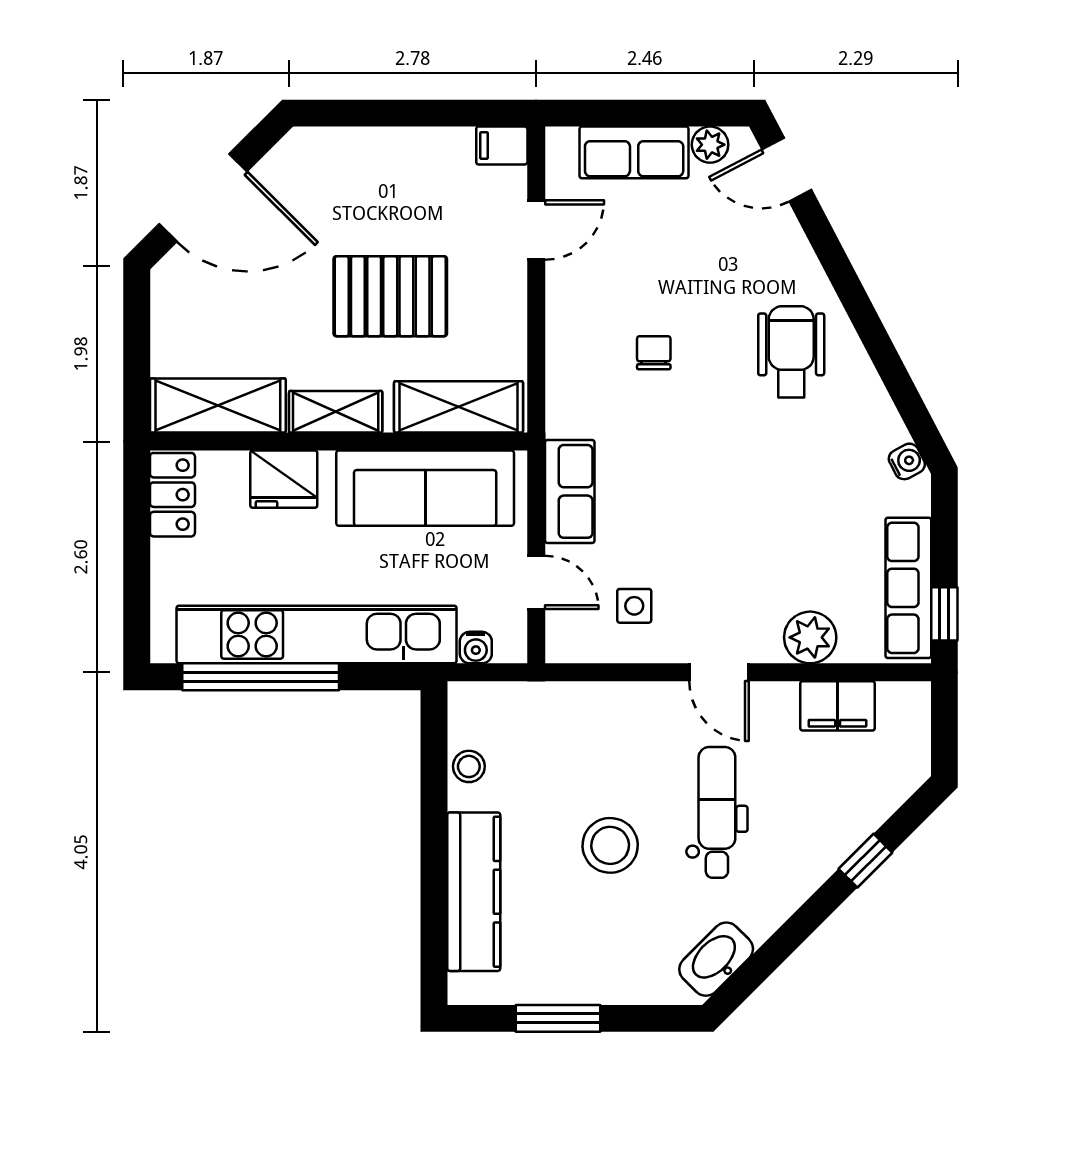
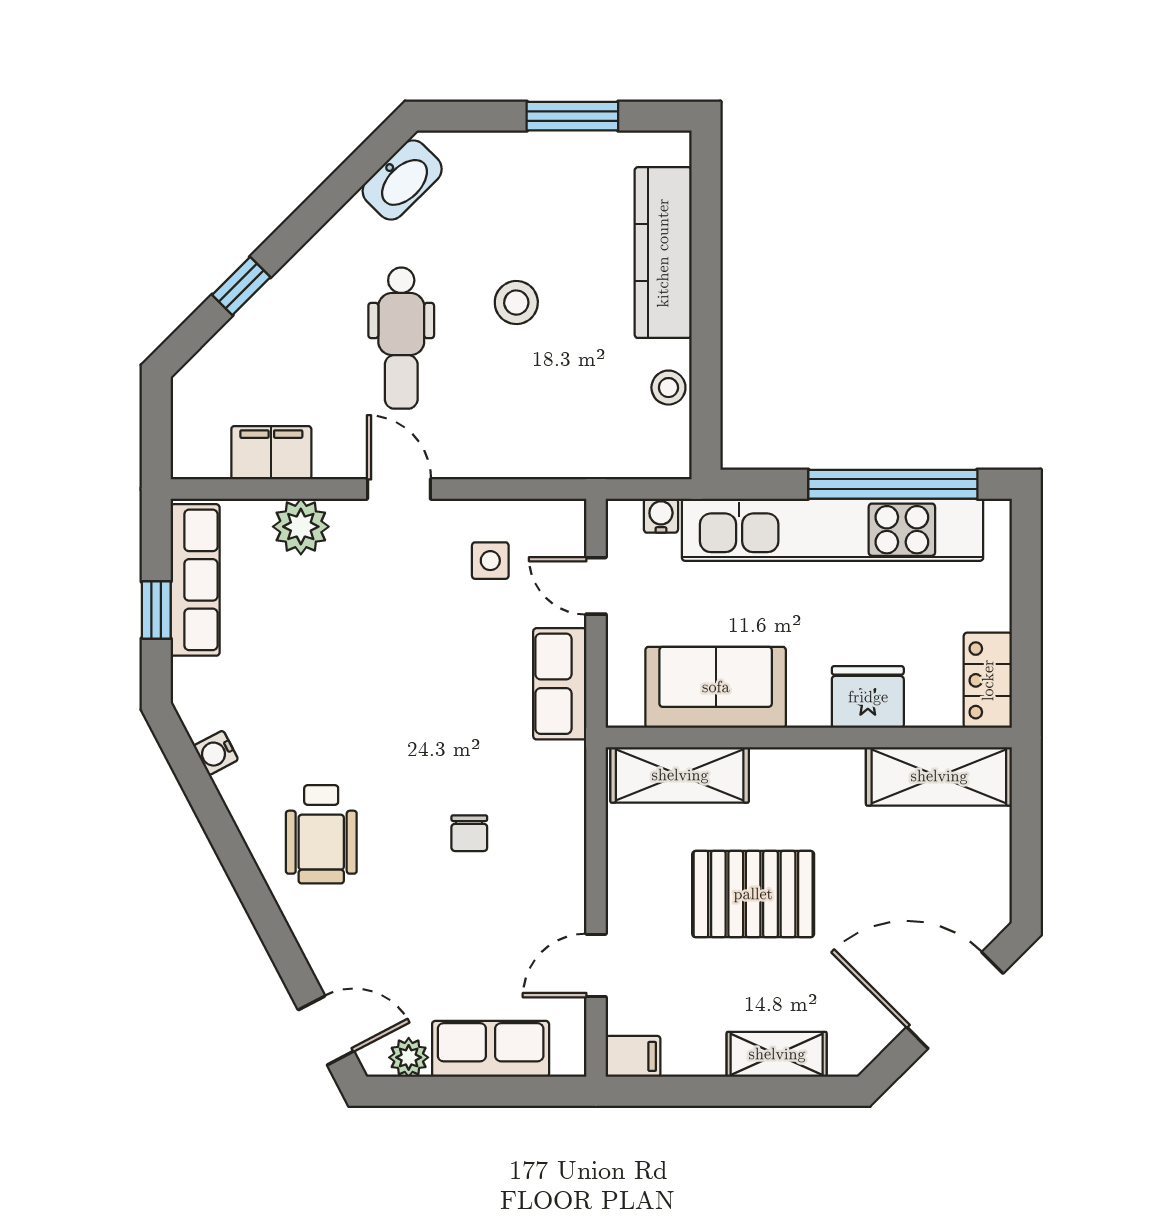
shelving: (336, 412) -> (777, 1054), moved
water cooler: (907, 461) -> (216, 753), moved
sofa: (425, 488) -> (716, 687), width x0.73
window: (944, 614) -> (156, 610), moved
stool: (610, 845) -> (516, 303), width x0.73, depth x0.73

